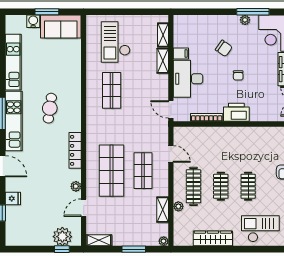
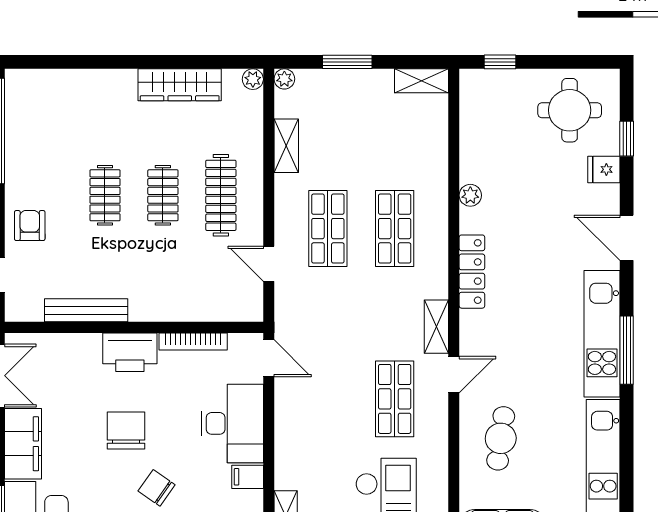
shelving: (163, 61) -> (436, 327), moved
chair: (238, 75) -> (126, 430), width x1.87, depth x1.87
cafe table: (50, 108) -> (501, 438), moved
bench: (257, 132) -> (86, 310), added
shop shelf: (112, 171) -> (395, 229), width x0.70, depth x0.74
plant: (178, 206) -> (253, 79), moved
door: (84, 208) -> (454, 375), moved
round table: (29, 226) -> (570, 110), added
checkout: (260, 229) -> (79, 105), removed
plant: (62, 237) -> (499, 89), removed

